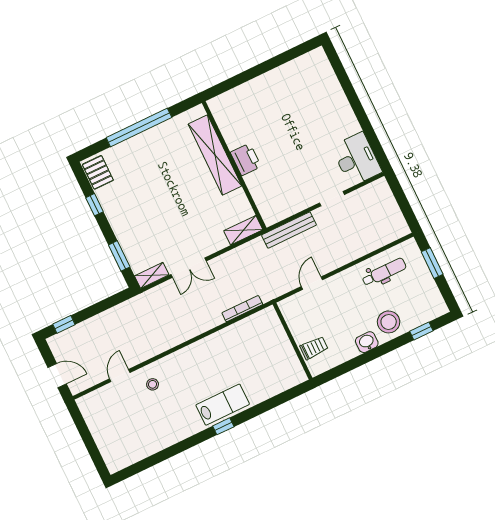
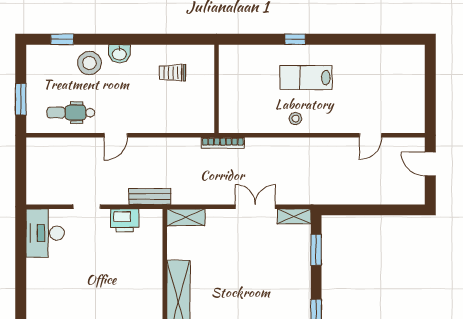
printer: (246, 159) -> (125, 220), moved, turned -90
bench: (289, 230) -> (150, 197), width x0.73
door: (312, 283) -> (116, 135), moved
window: (64, 324) -> (400, 210), removed
wall: (293, 341) -> (217, 89), moved
stool: (153, 384) -> (295, 119), moved
lab bench: (223, 405) -> (306, 78), moved

